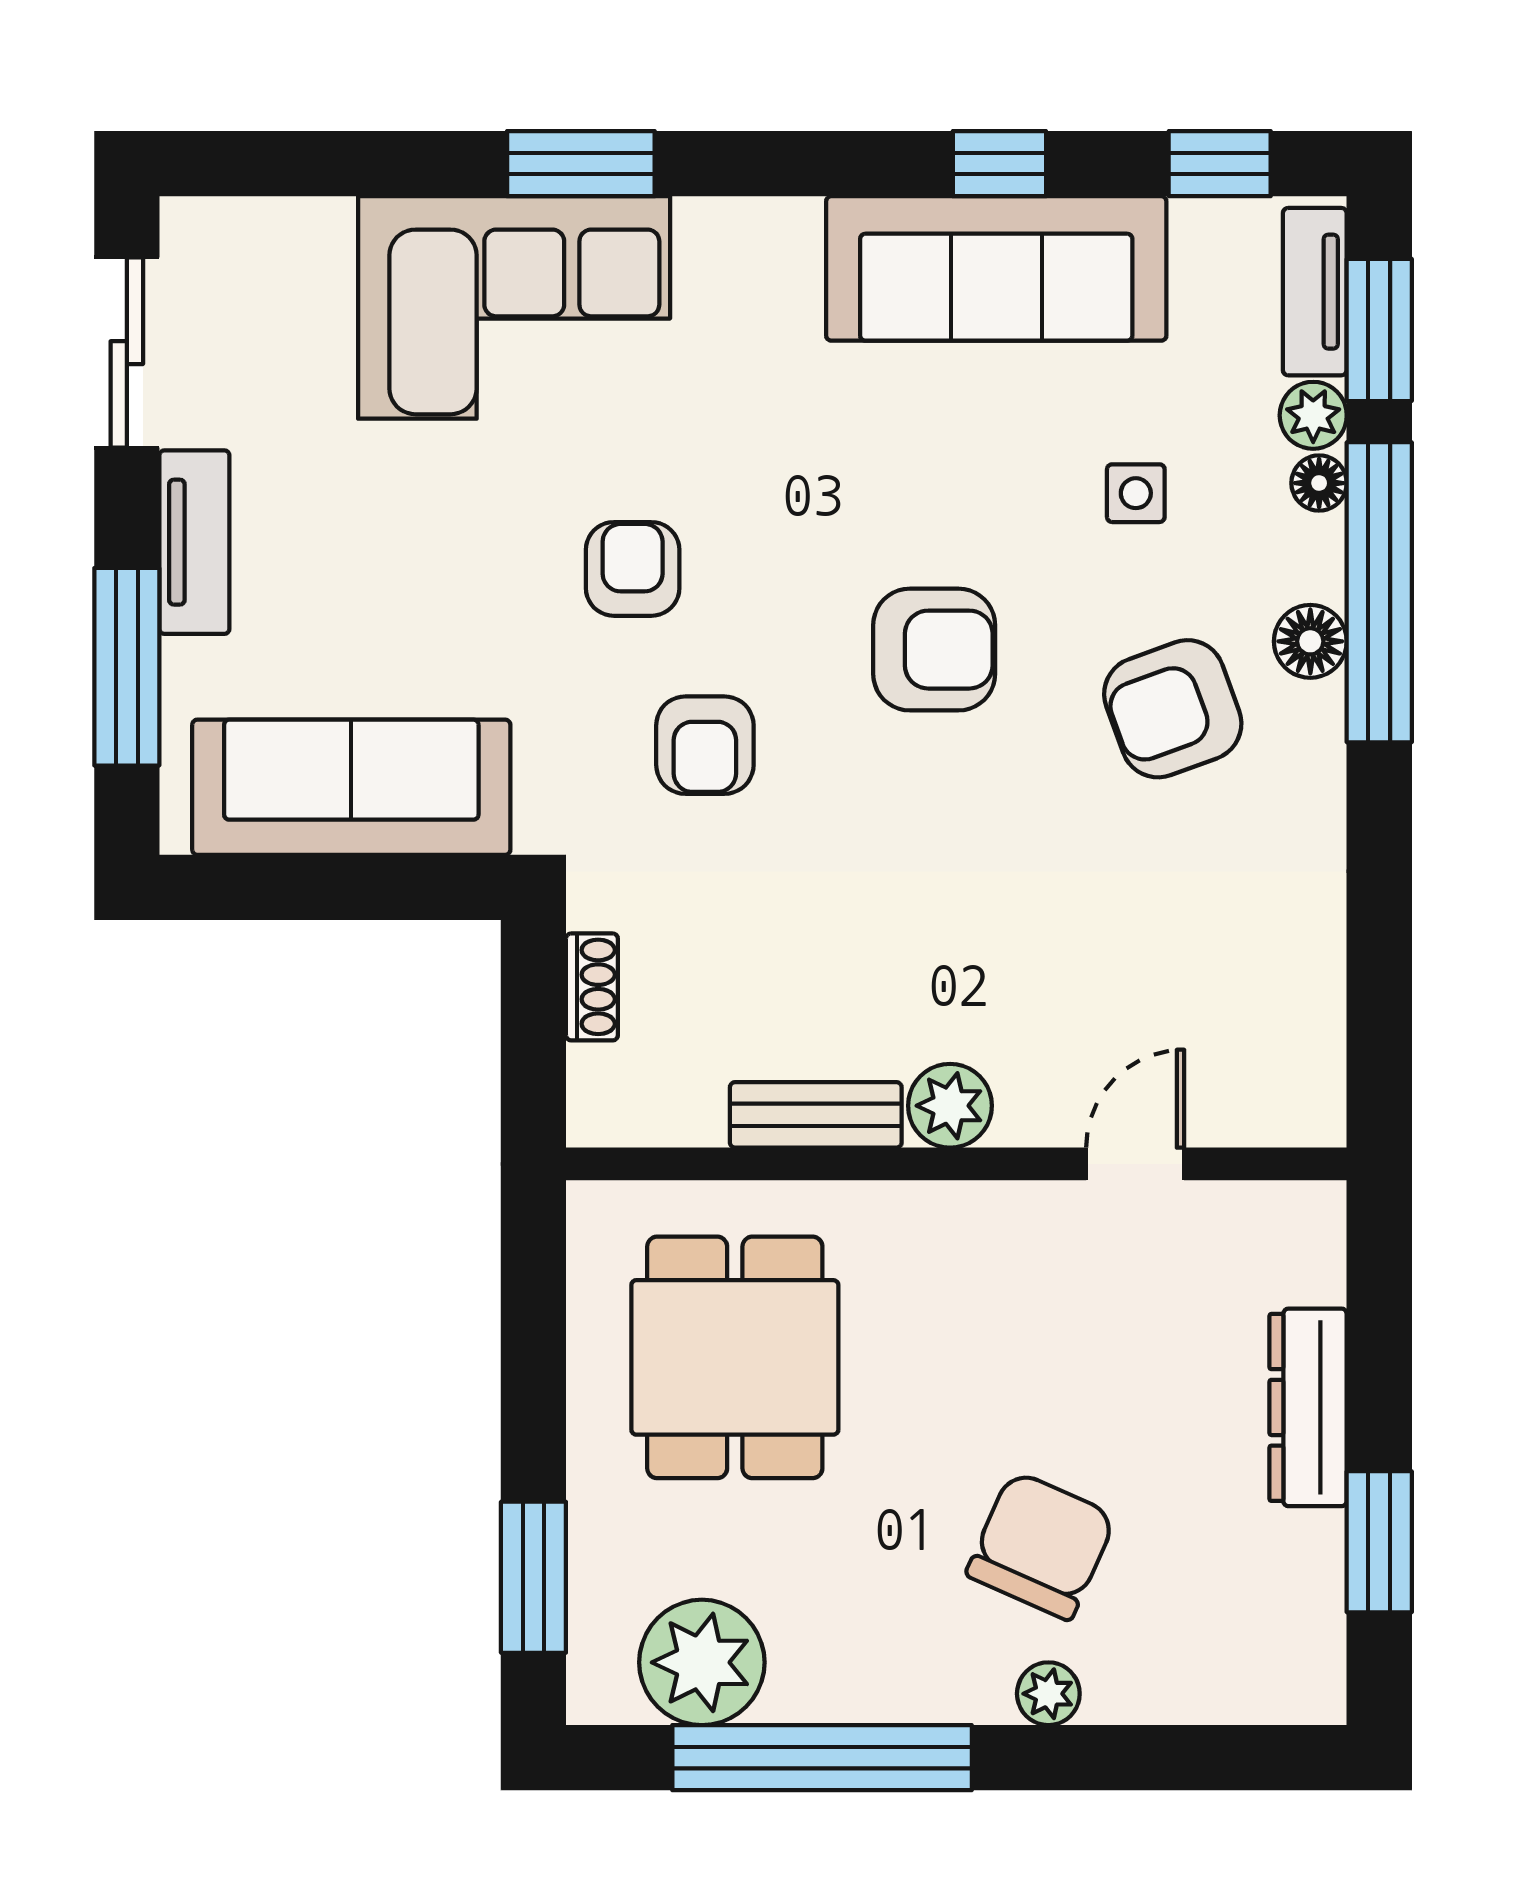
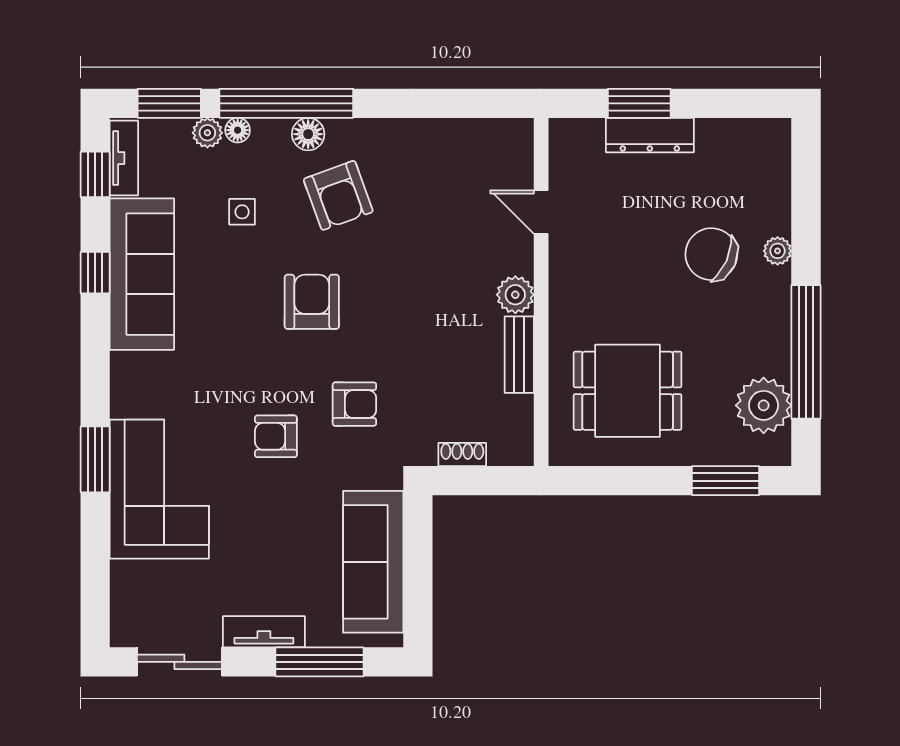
tv unit: (1315, 292) -> (124, 158), moved, turned -90
window: (1379, 1542) -> (639, 103), moved

